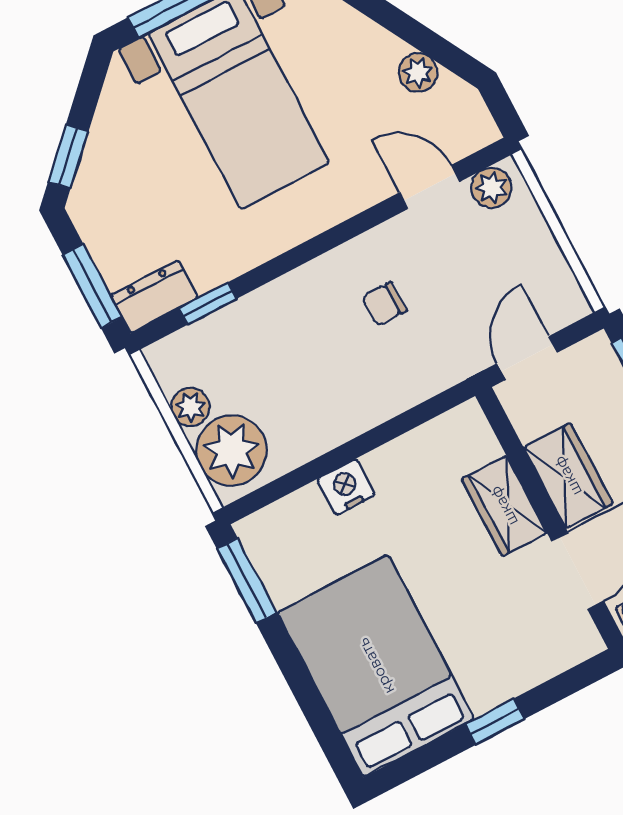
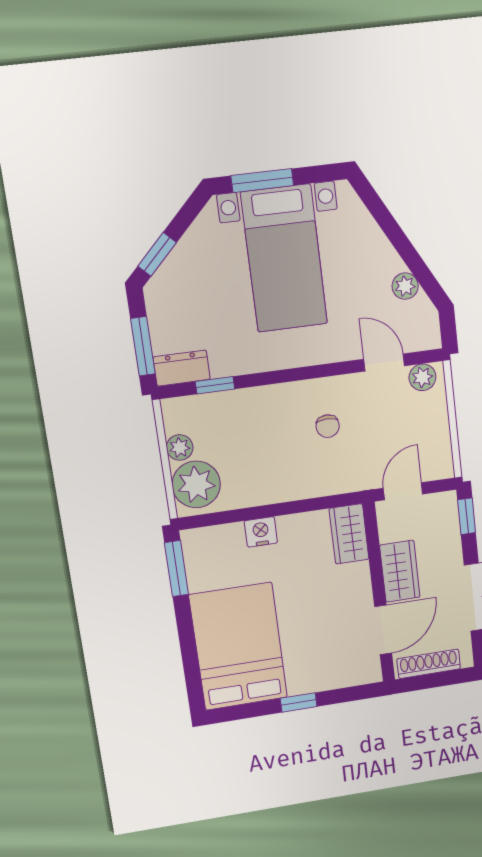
chair: (384, 304) -> (328, 426), turned -90
wardrobe: (504, 506) -> (349, 534), moved

